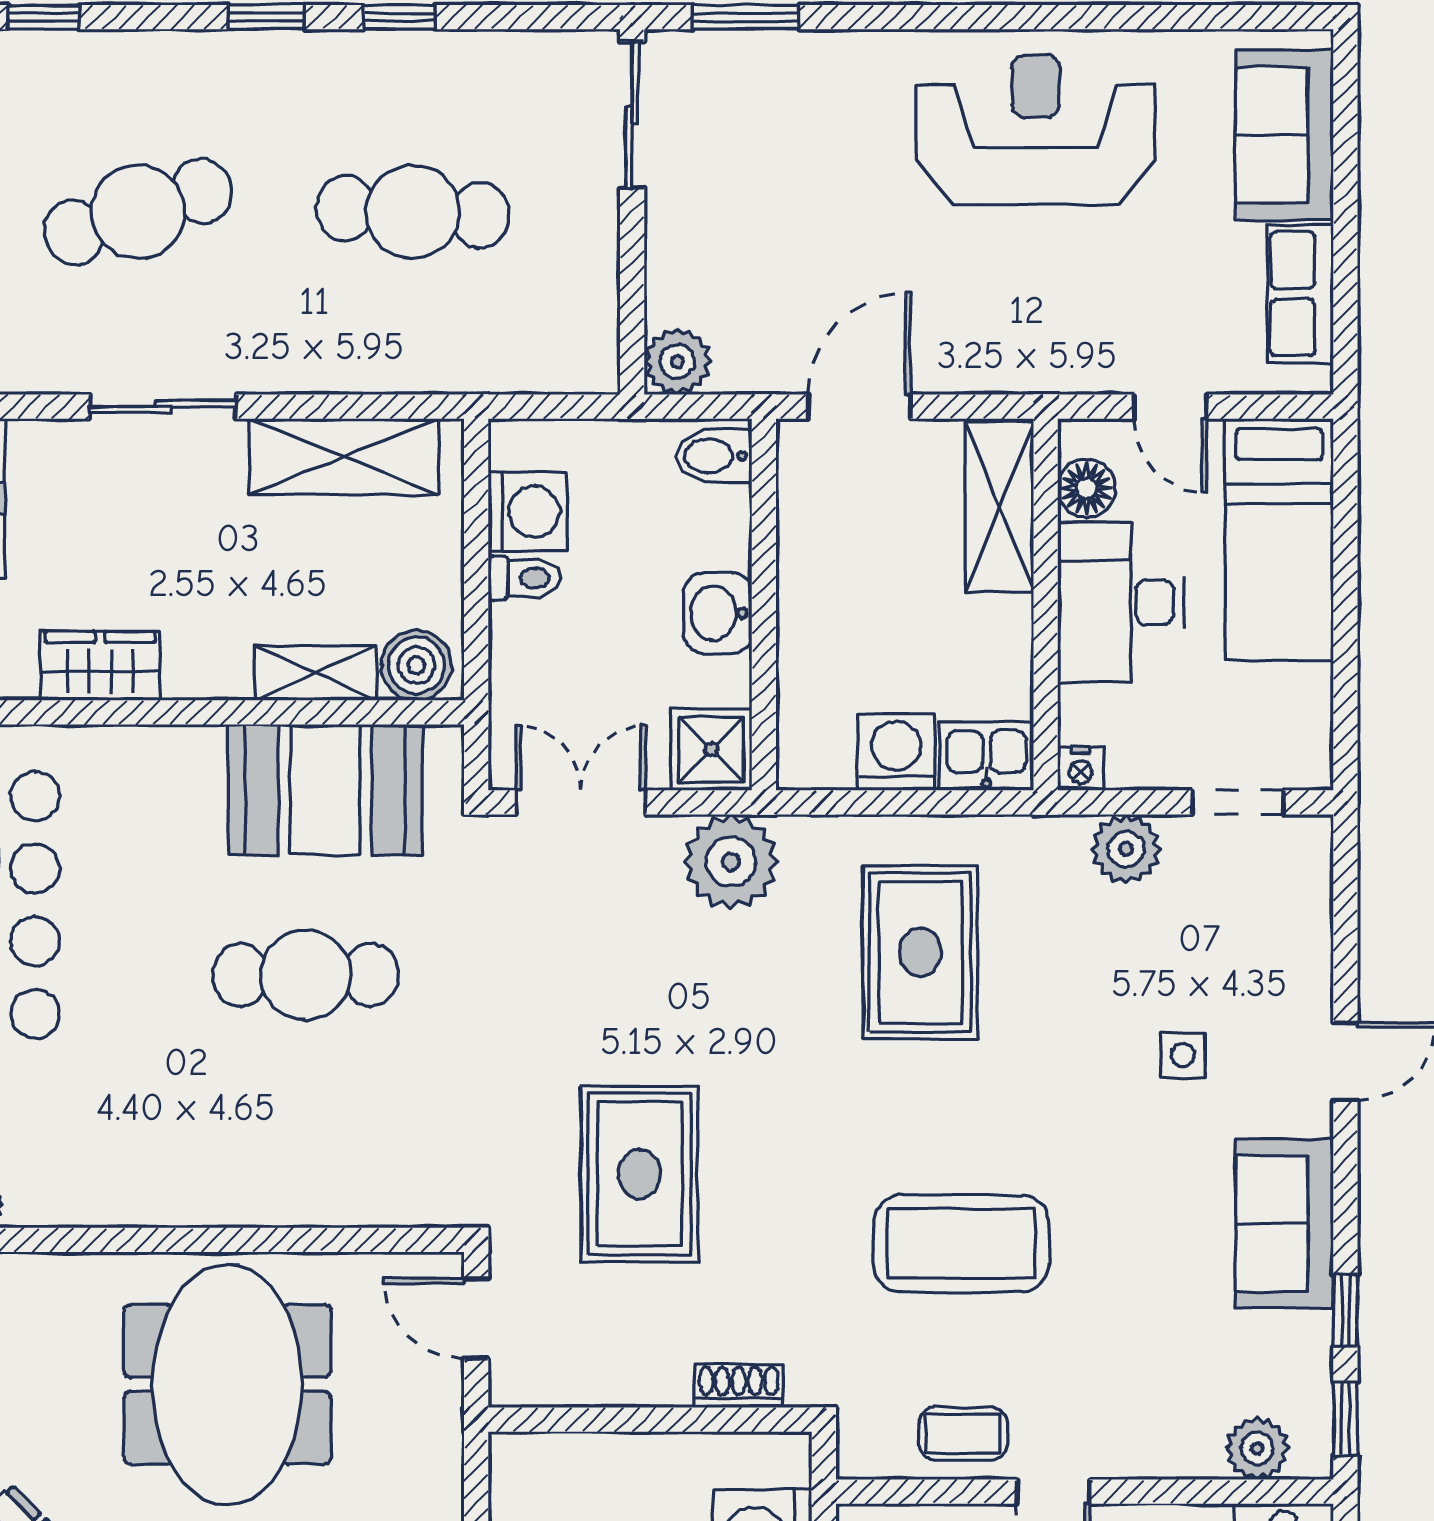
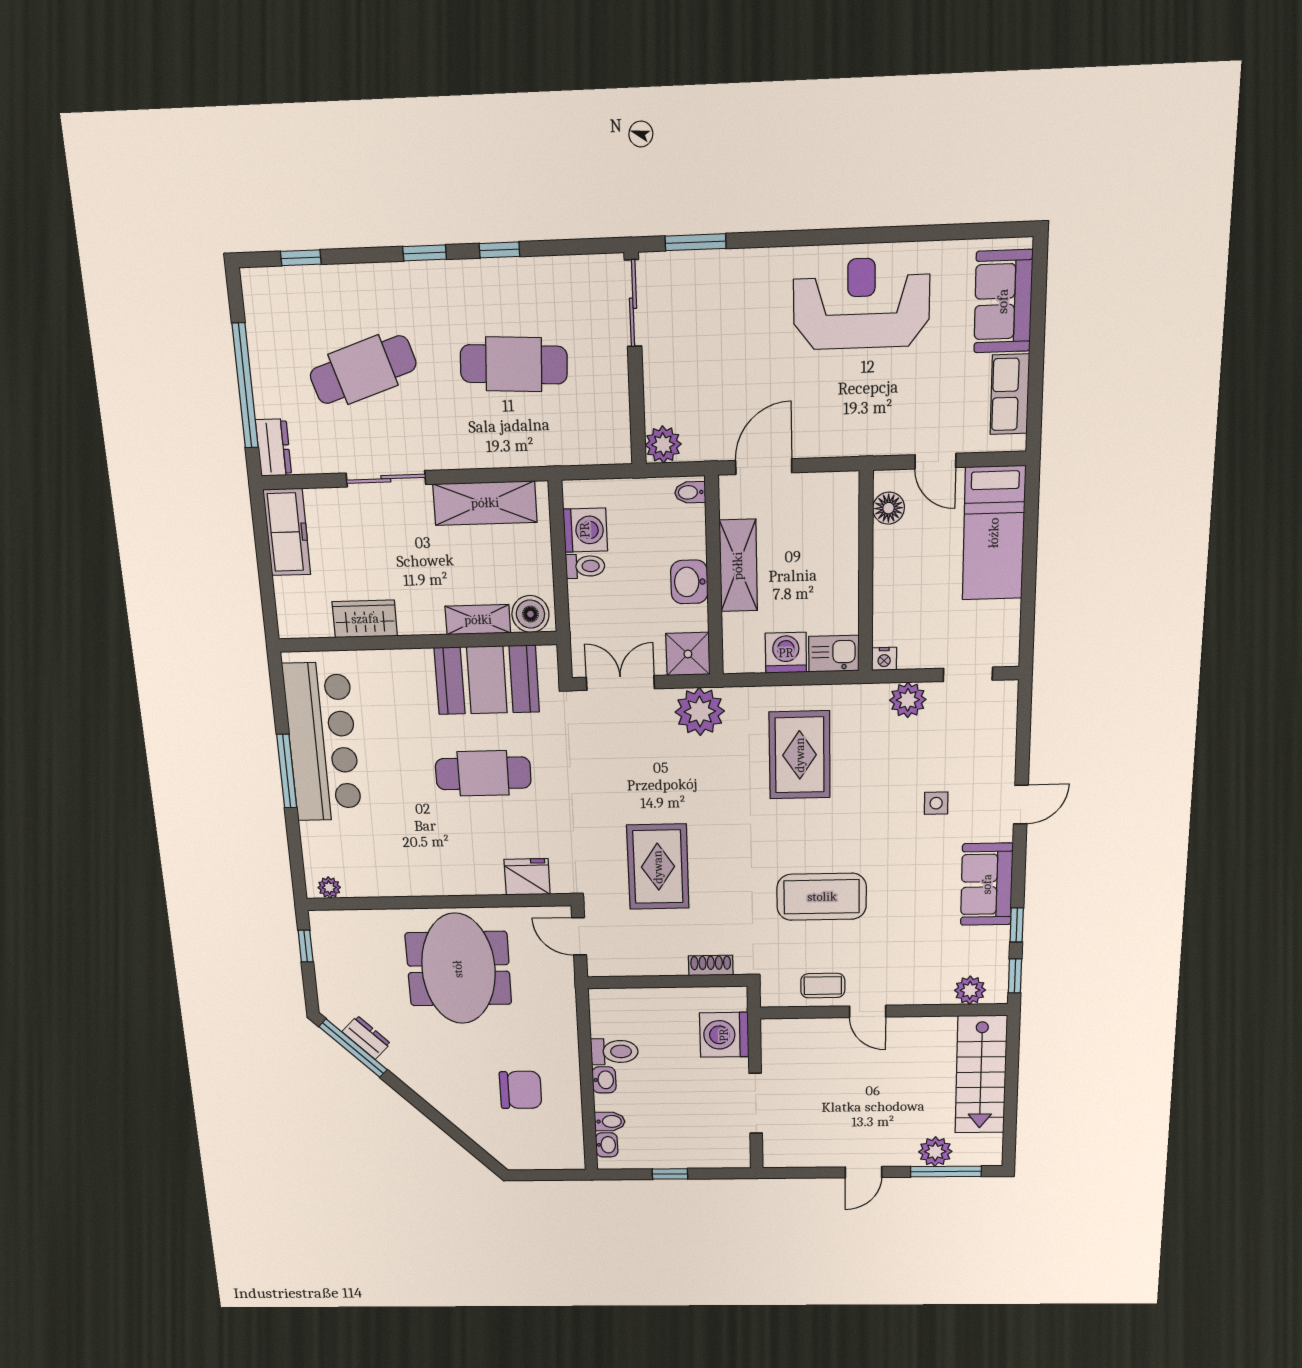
bidet: (714, 456) -> (690, 492), width x0.72, depth x0.74
shelving: (1000, 507) -> (738, 566), moved
desk: (1121, 602) -> (907, 570), removed
fridge: (379, 1190) -> (527, 877), added

